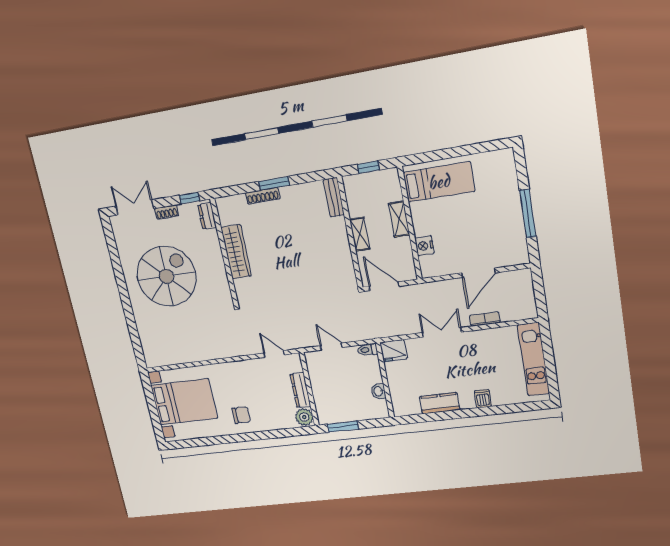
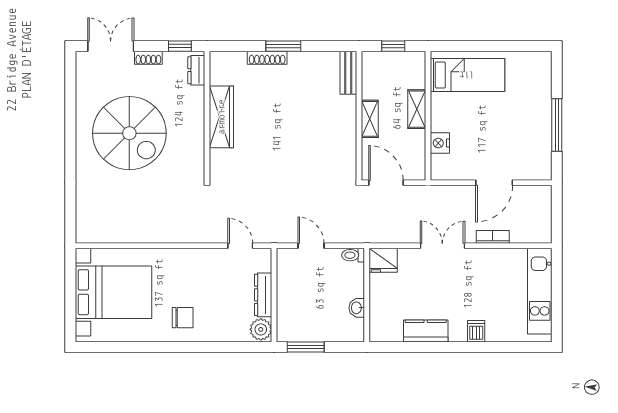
spiral stairs: (166, 276) -> (129, 133), turned 90

